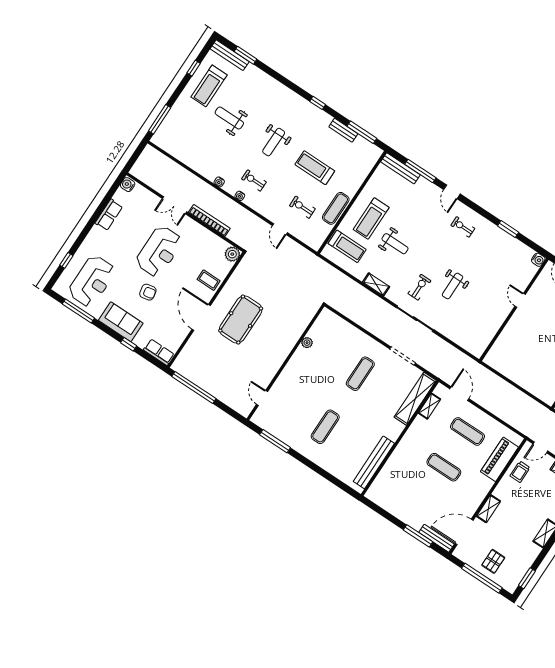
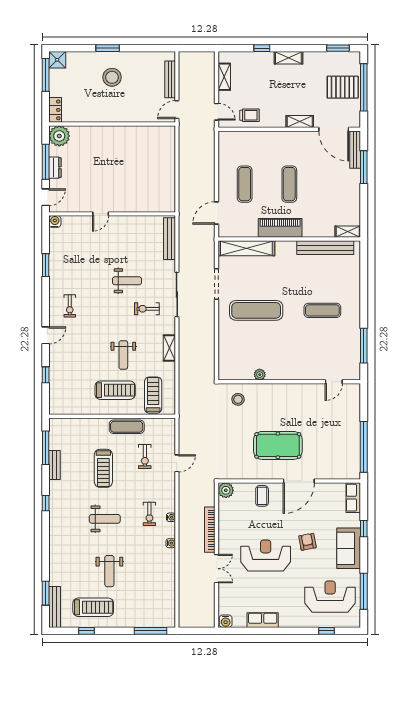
bench: (400, 168) -> (169, 239), moved
window: (420, 171) -> (46, 375), width x0.46
weight bench: (395, 244) -> (123, 355), turned 180
stool: (299, 312) -> (238, 399), added
exercise mat: (360, 374) -> (256, 310), width x1.36, depth x1.45
shelving: (429, 406) -> (348, 232), moved
piano: (499, 459) -> (280, 228), moved, turned 180
pallet: (493, 561) -> (343, 87), width x1.50, depth x1.42

